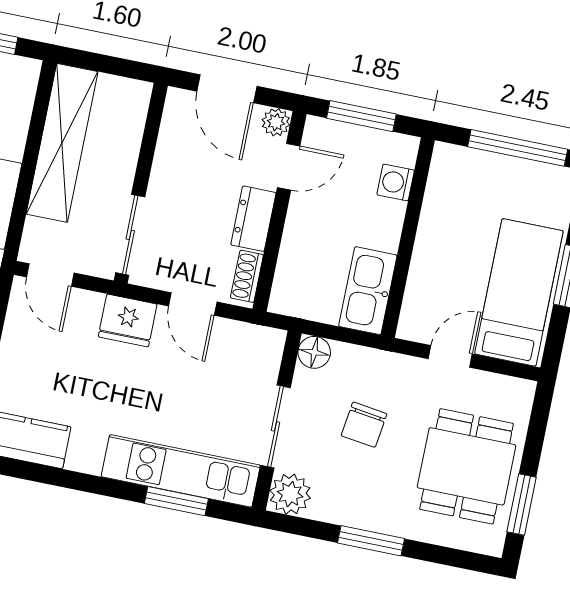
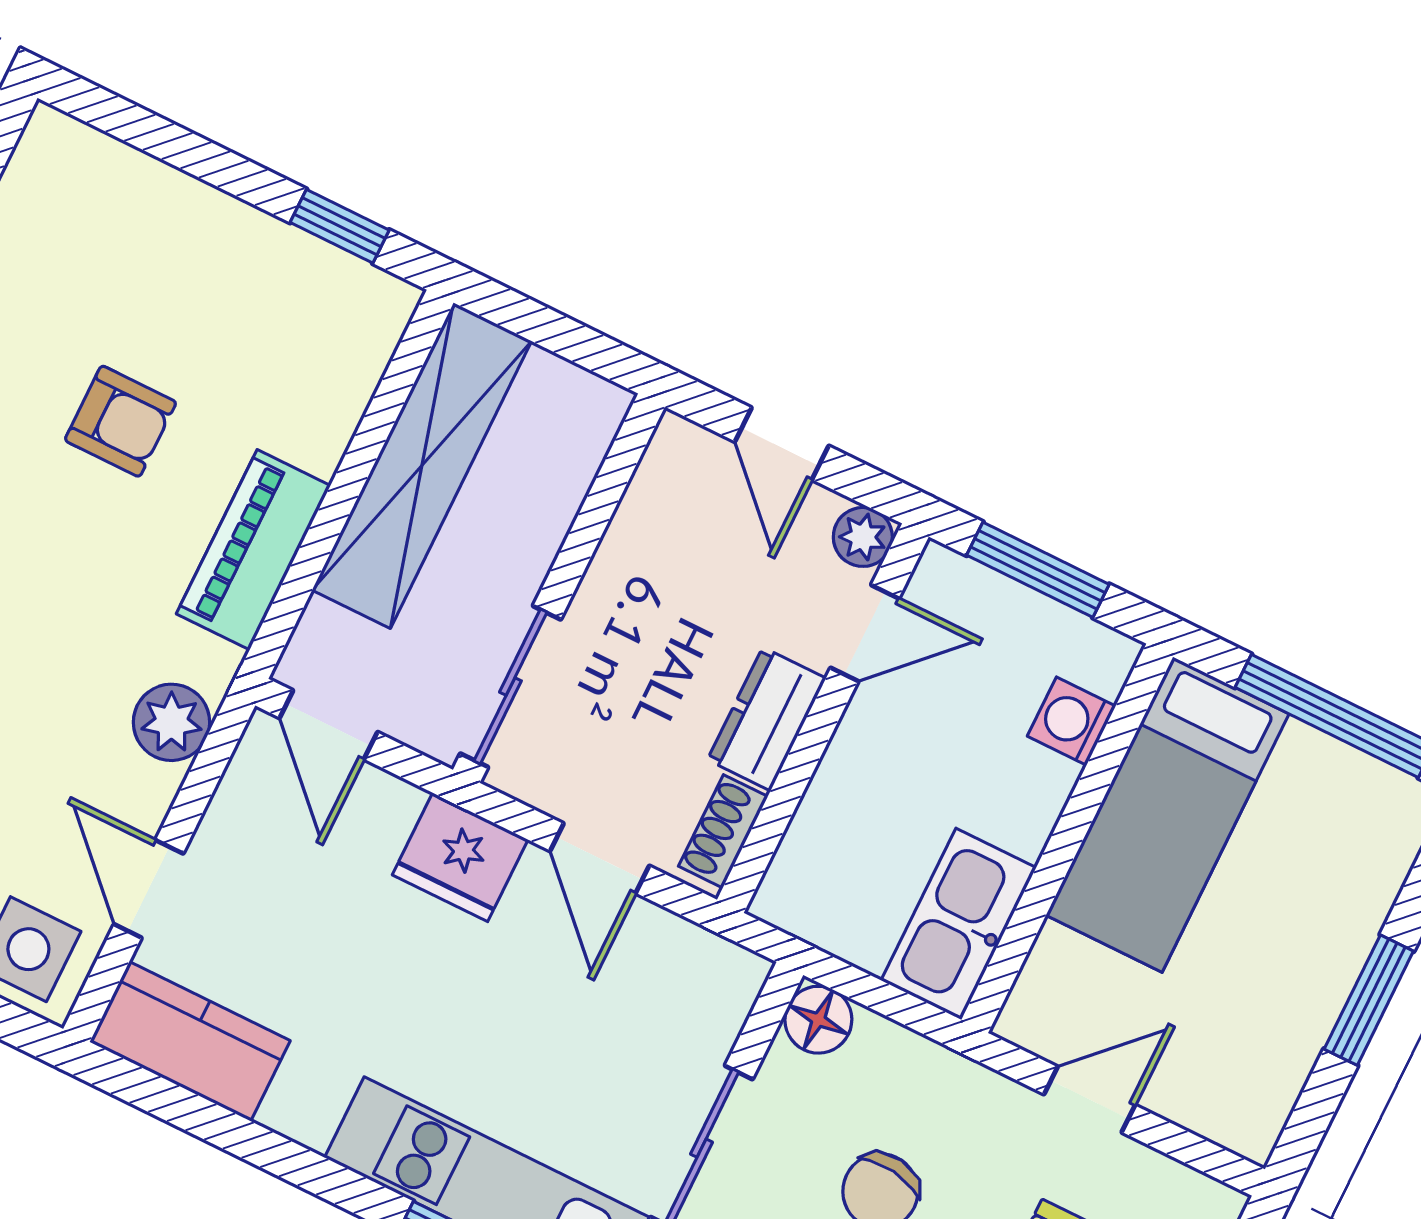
door: (227, 89) -> (782, 444), width x0.73
bed: (519, 292) -> (1167, 815), moved, turned 180

